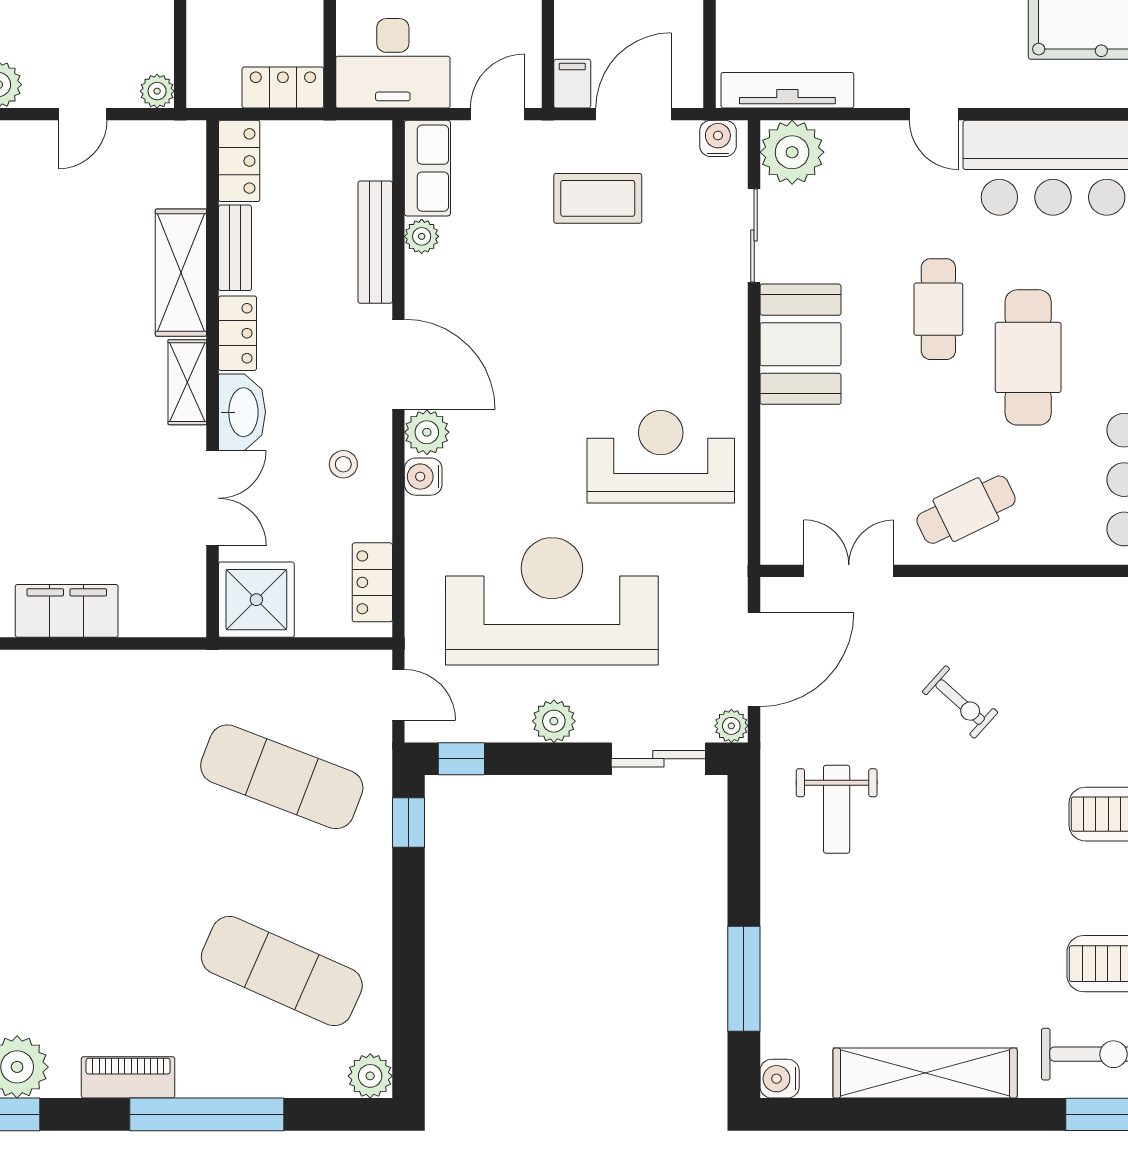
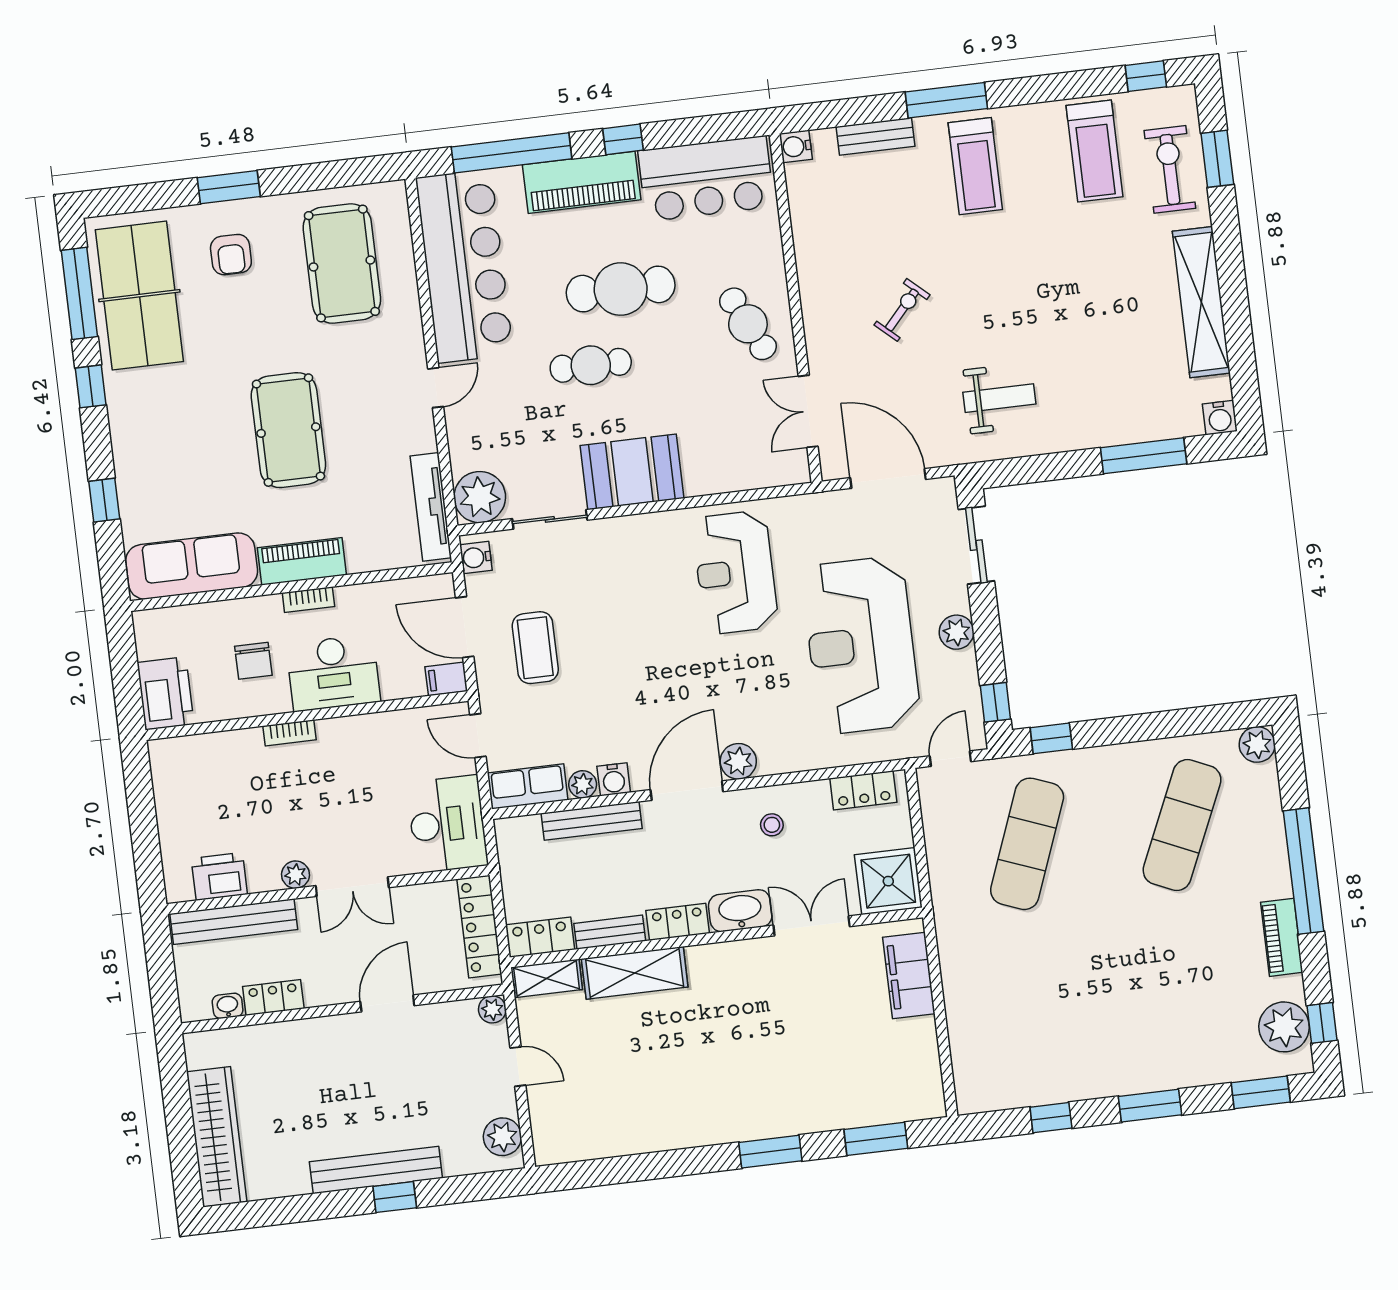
locker: (283, 88) -> (479, 927), width x1.53
shelving: (187, 382) -> (547, 978), moved
water cooler: (423, 477) -> (614, 779), moved
filing cabinet: (67, 611) -> (909, 975), moved
plant: (731, 726) -> (943, 490), removed

